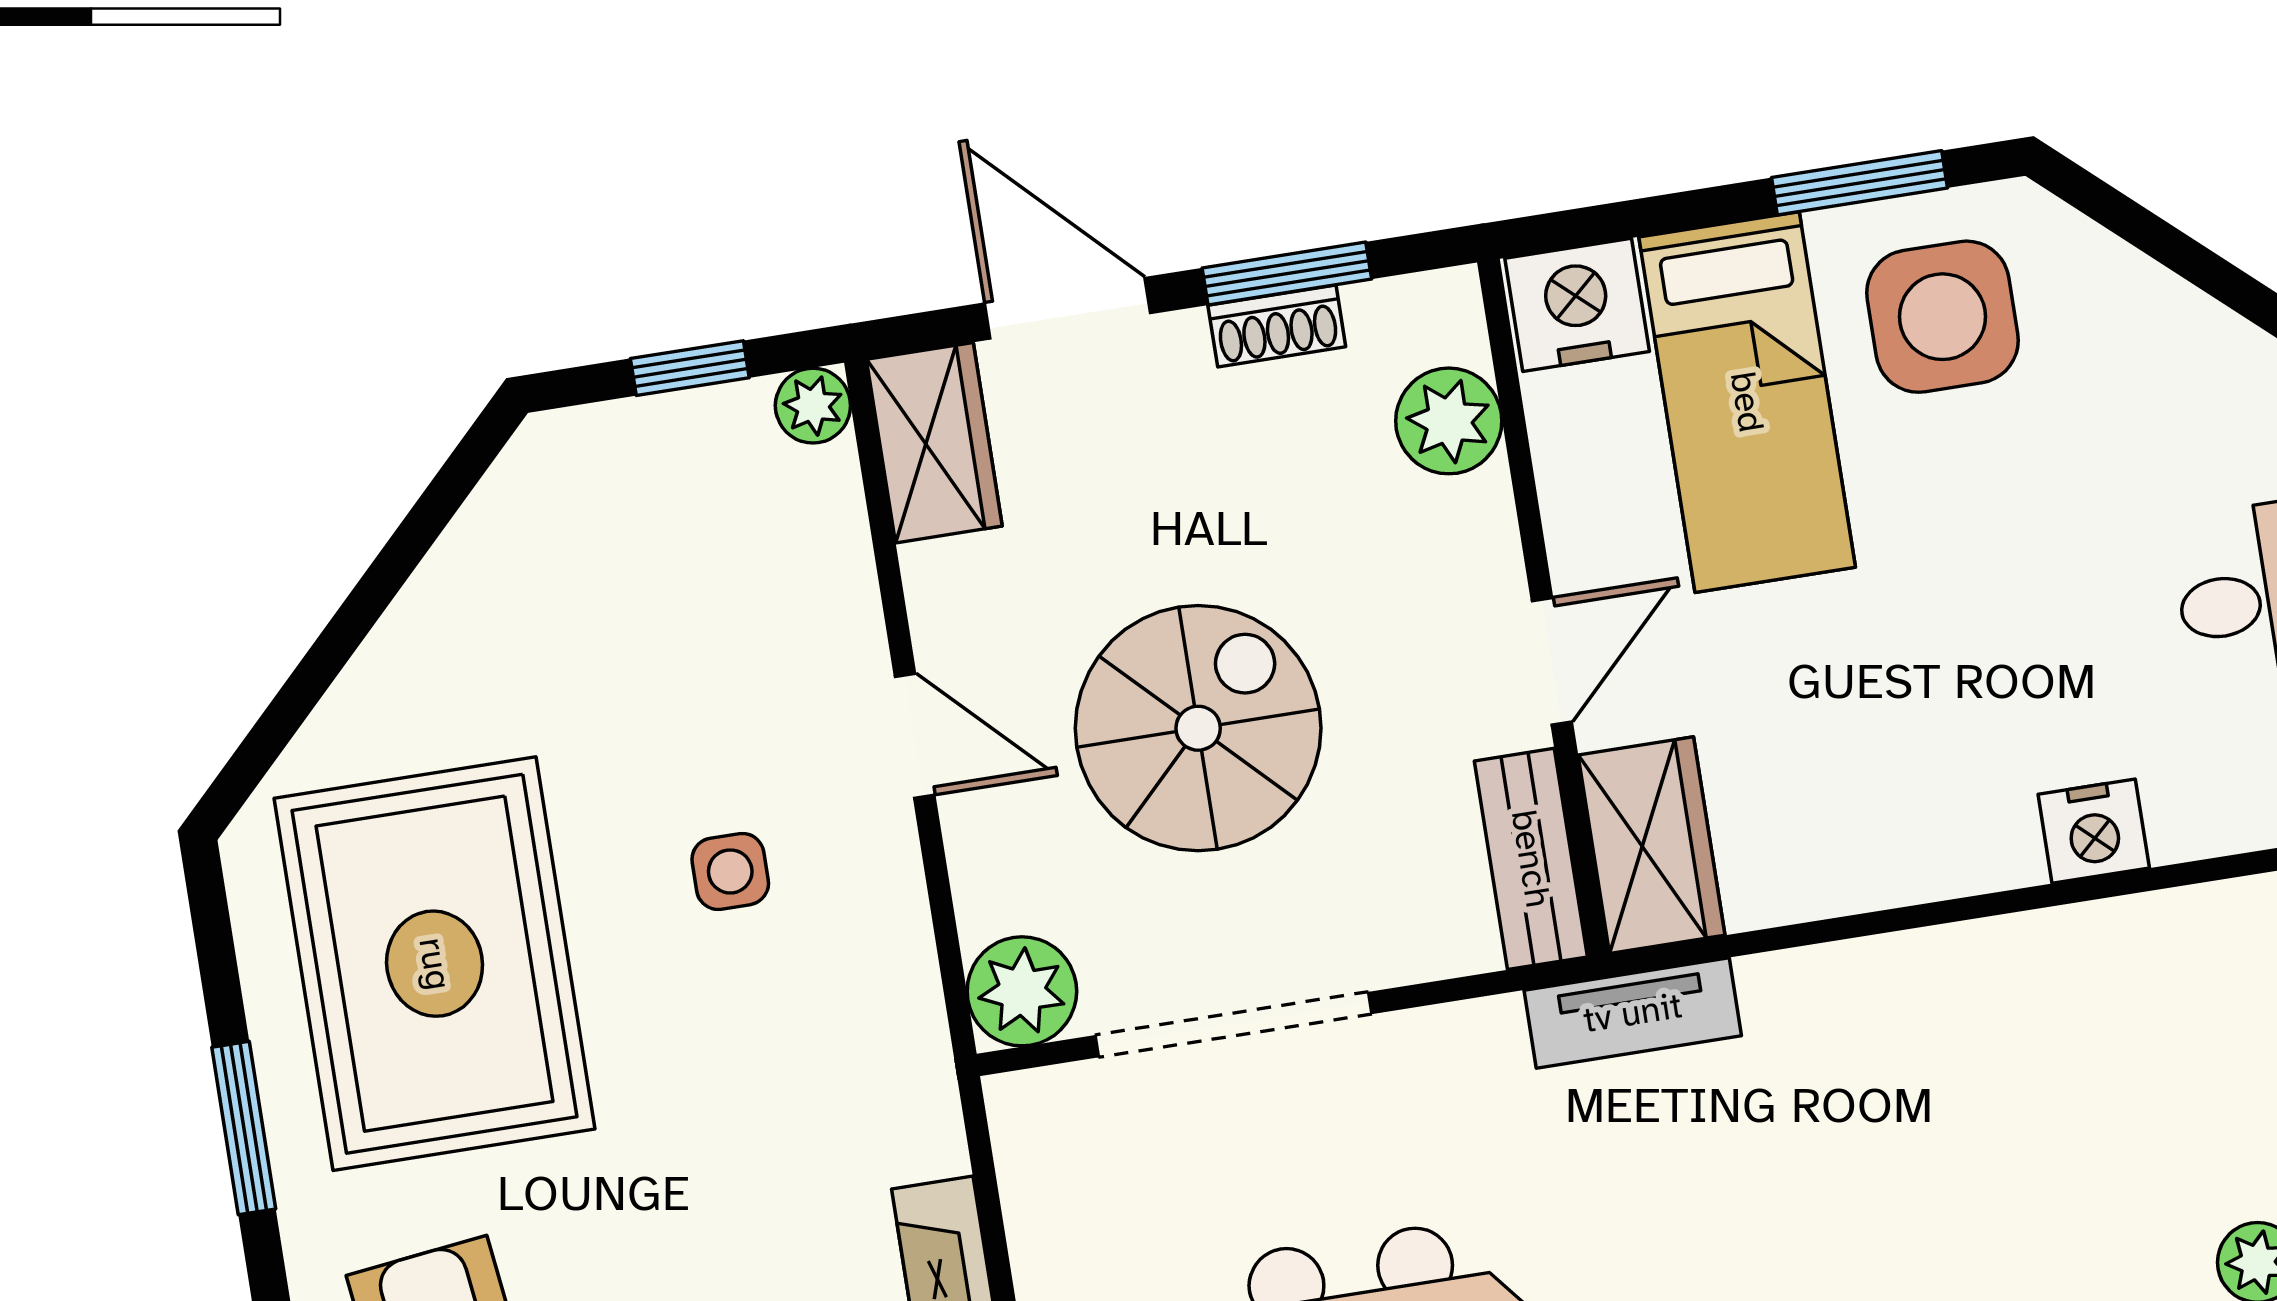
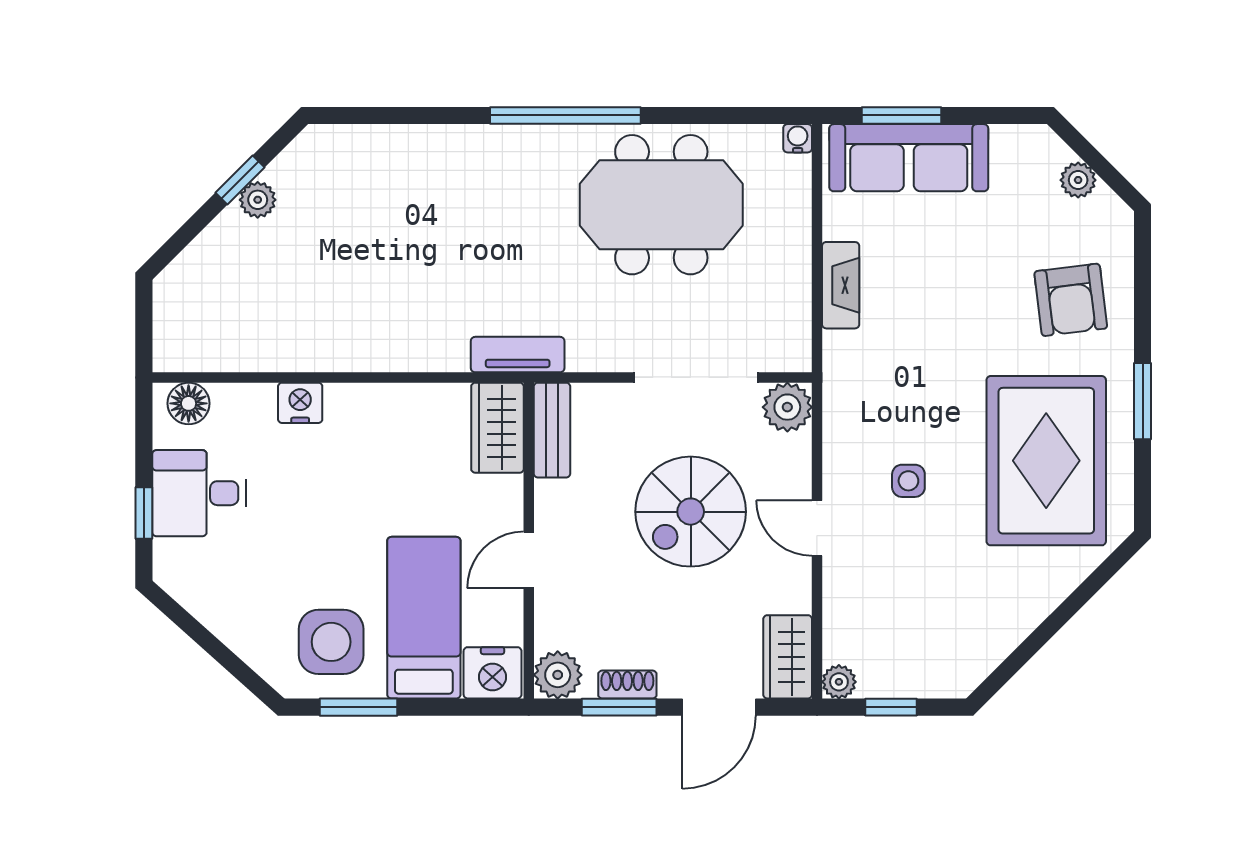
door: (1068, 308) -> (719, 707), hinge flipped
plant: (1449, 421) -> (558, 675), moved
door: (1552, 661) -> (529, 560), moved

